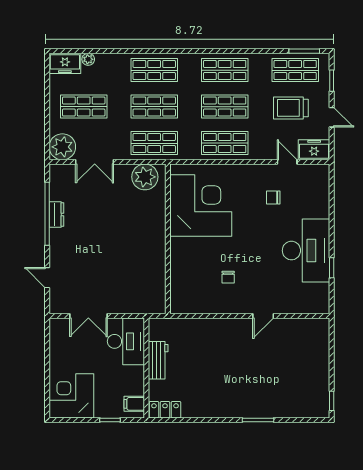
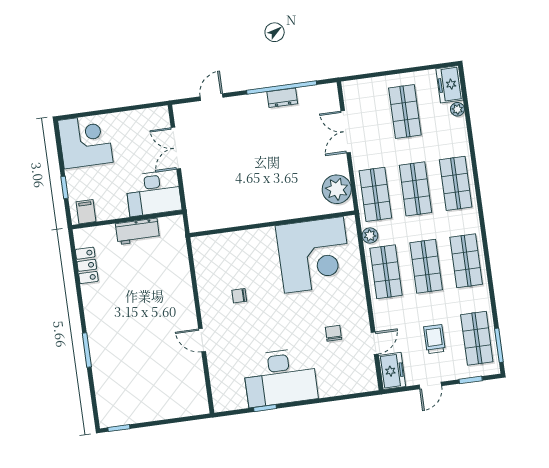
trolley: (291, 108) -> (434, 339), width x0.73, depth x0.72
plant: (62, 147) -> (370, 235), moved, width x0.53, depth x0.53
locker: (165, 410) -> (87, 265), moved

